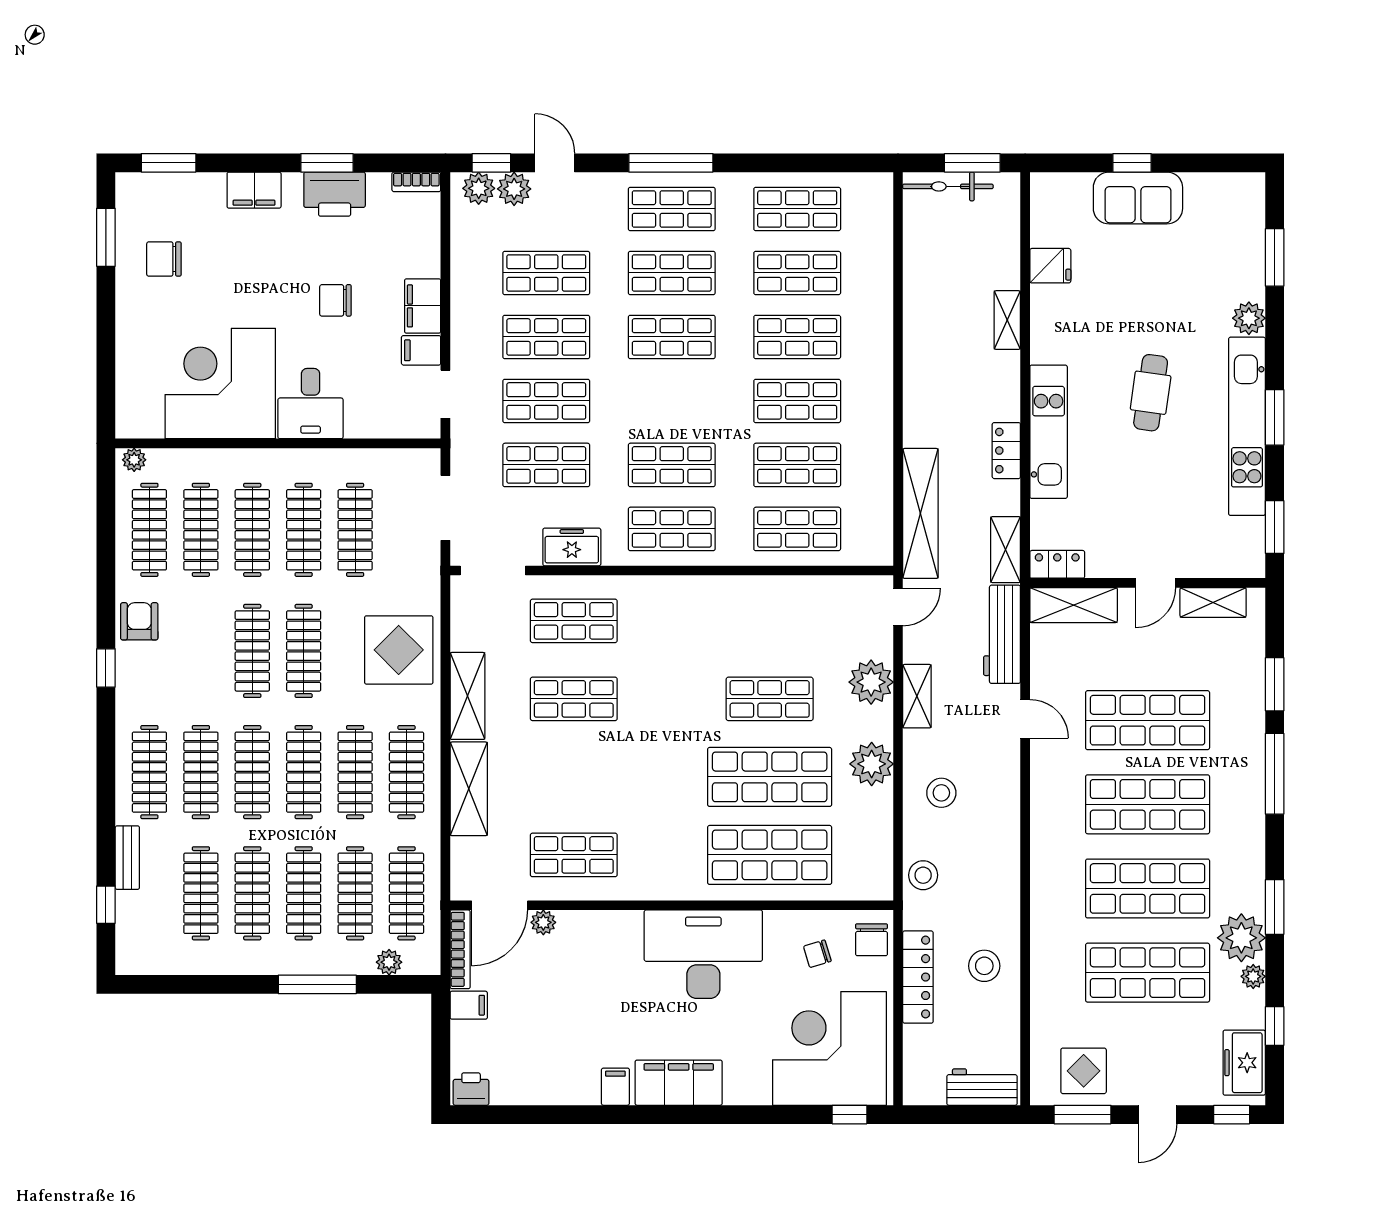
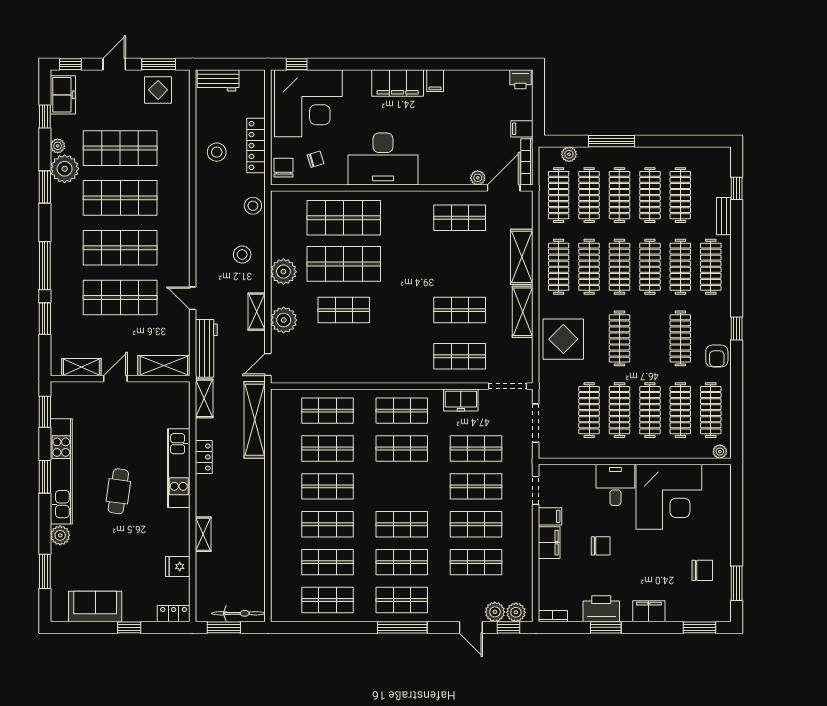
sofa: (1138, 198) -> (95, 607), moved
locker: (1057, 564) -> (174, 614), moved, turned 180
clothes rail: (252, 651) -> (680, 338), moved

